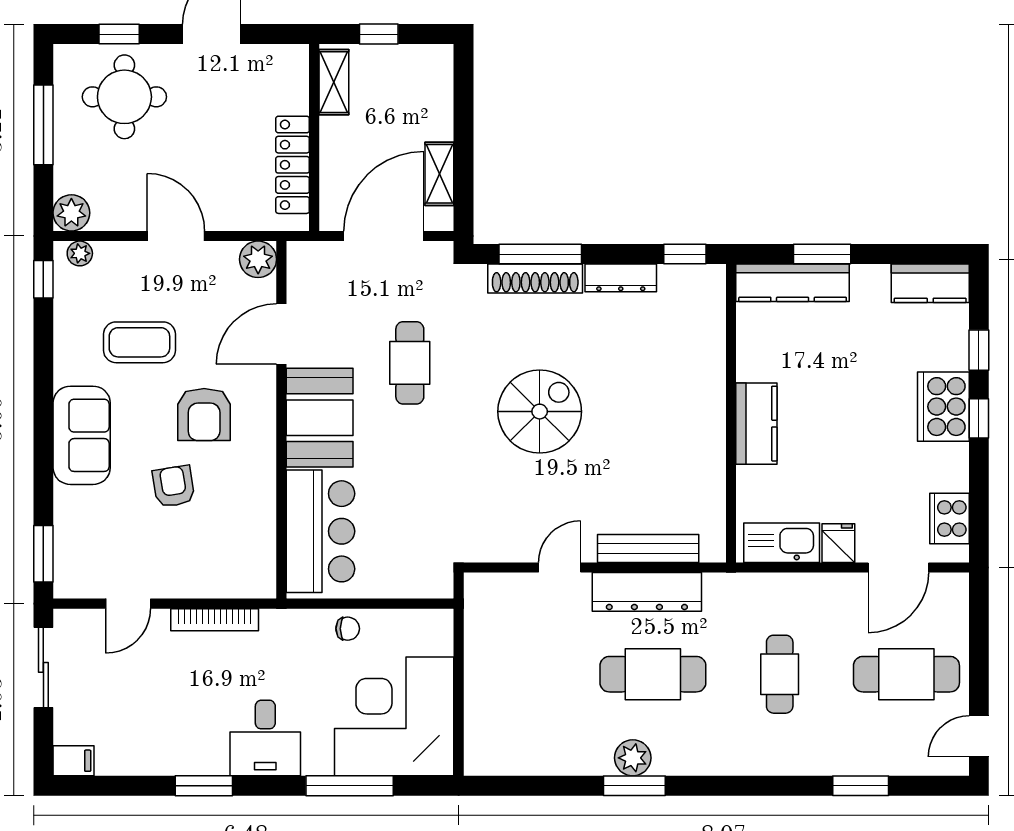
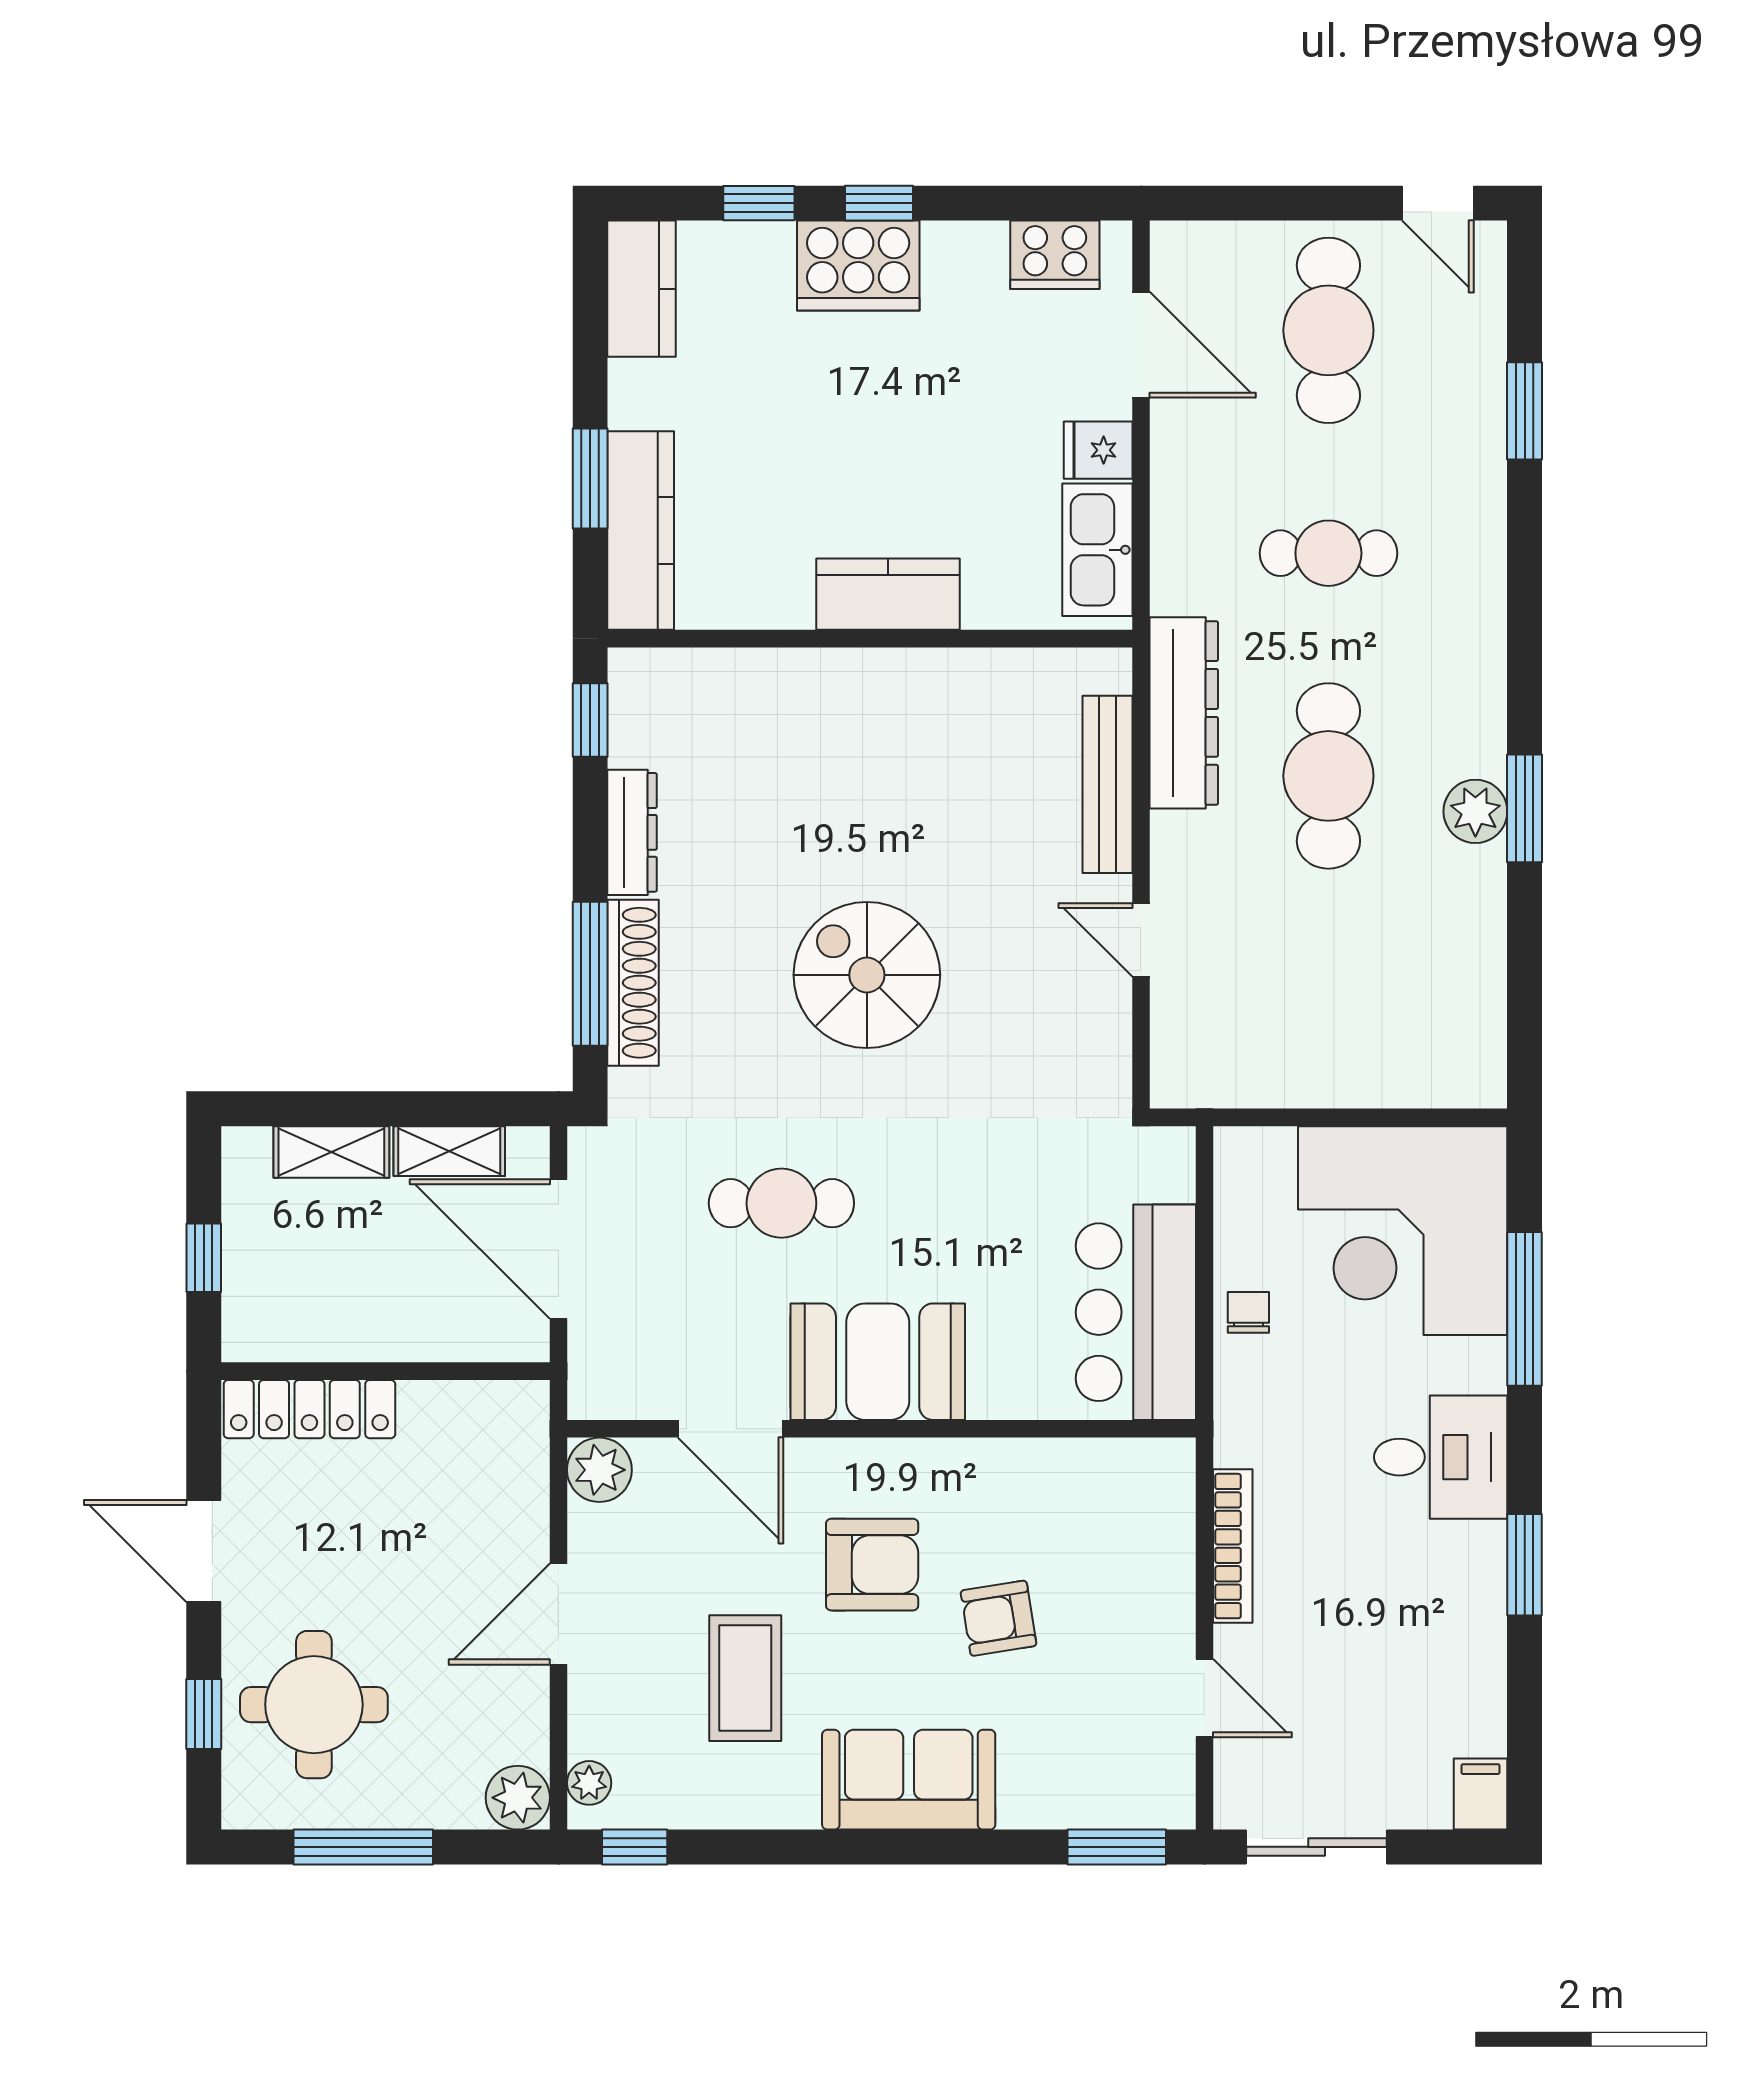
shelving: (334, 82) -> (331, 1152), moved
locker: (293, 165) -> (309, 1409), moved
bar counter: (320, 531) -> (1136, 1312), moved, turned -90
dresser: (647, 592) -> (1184, 713), moved

